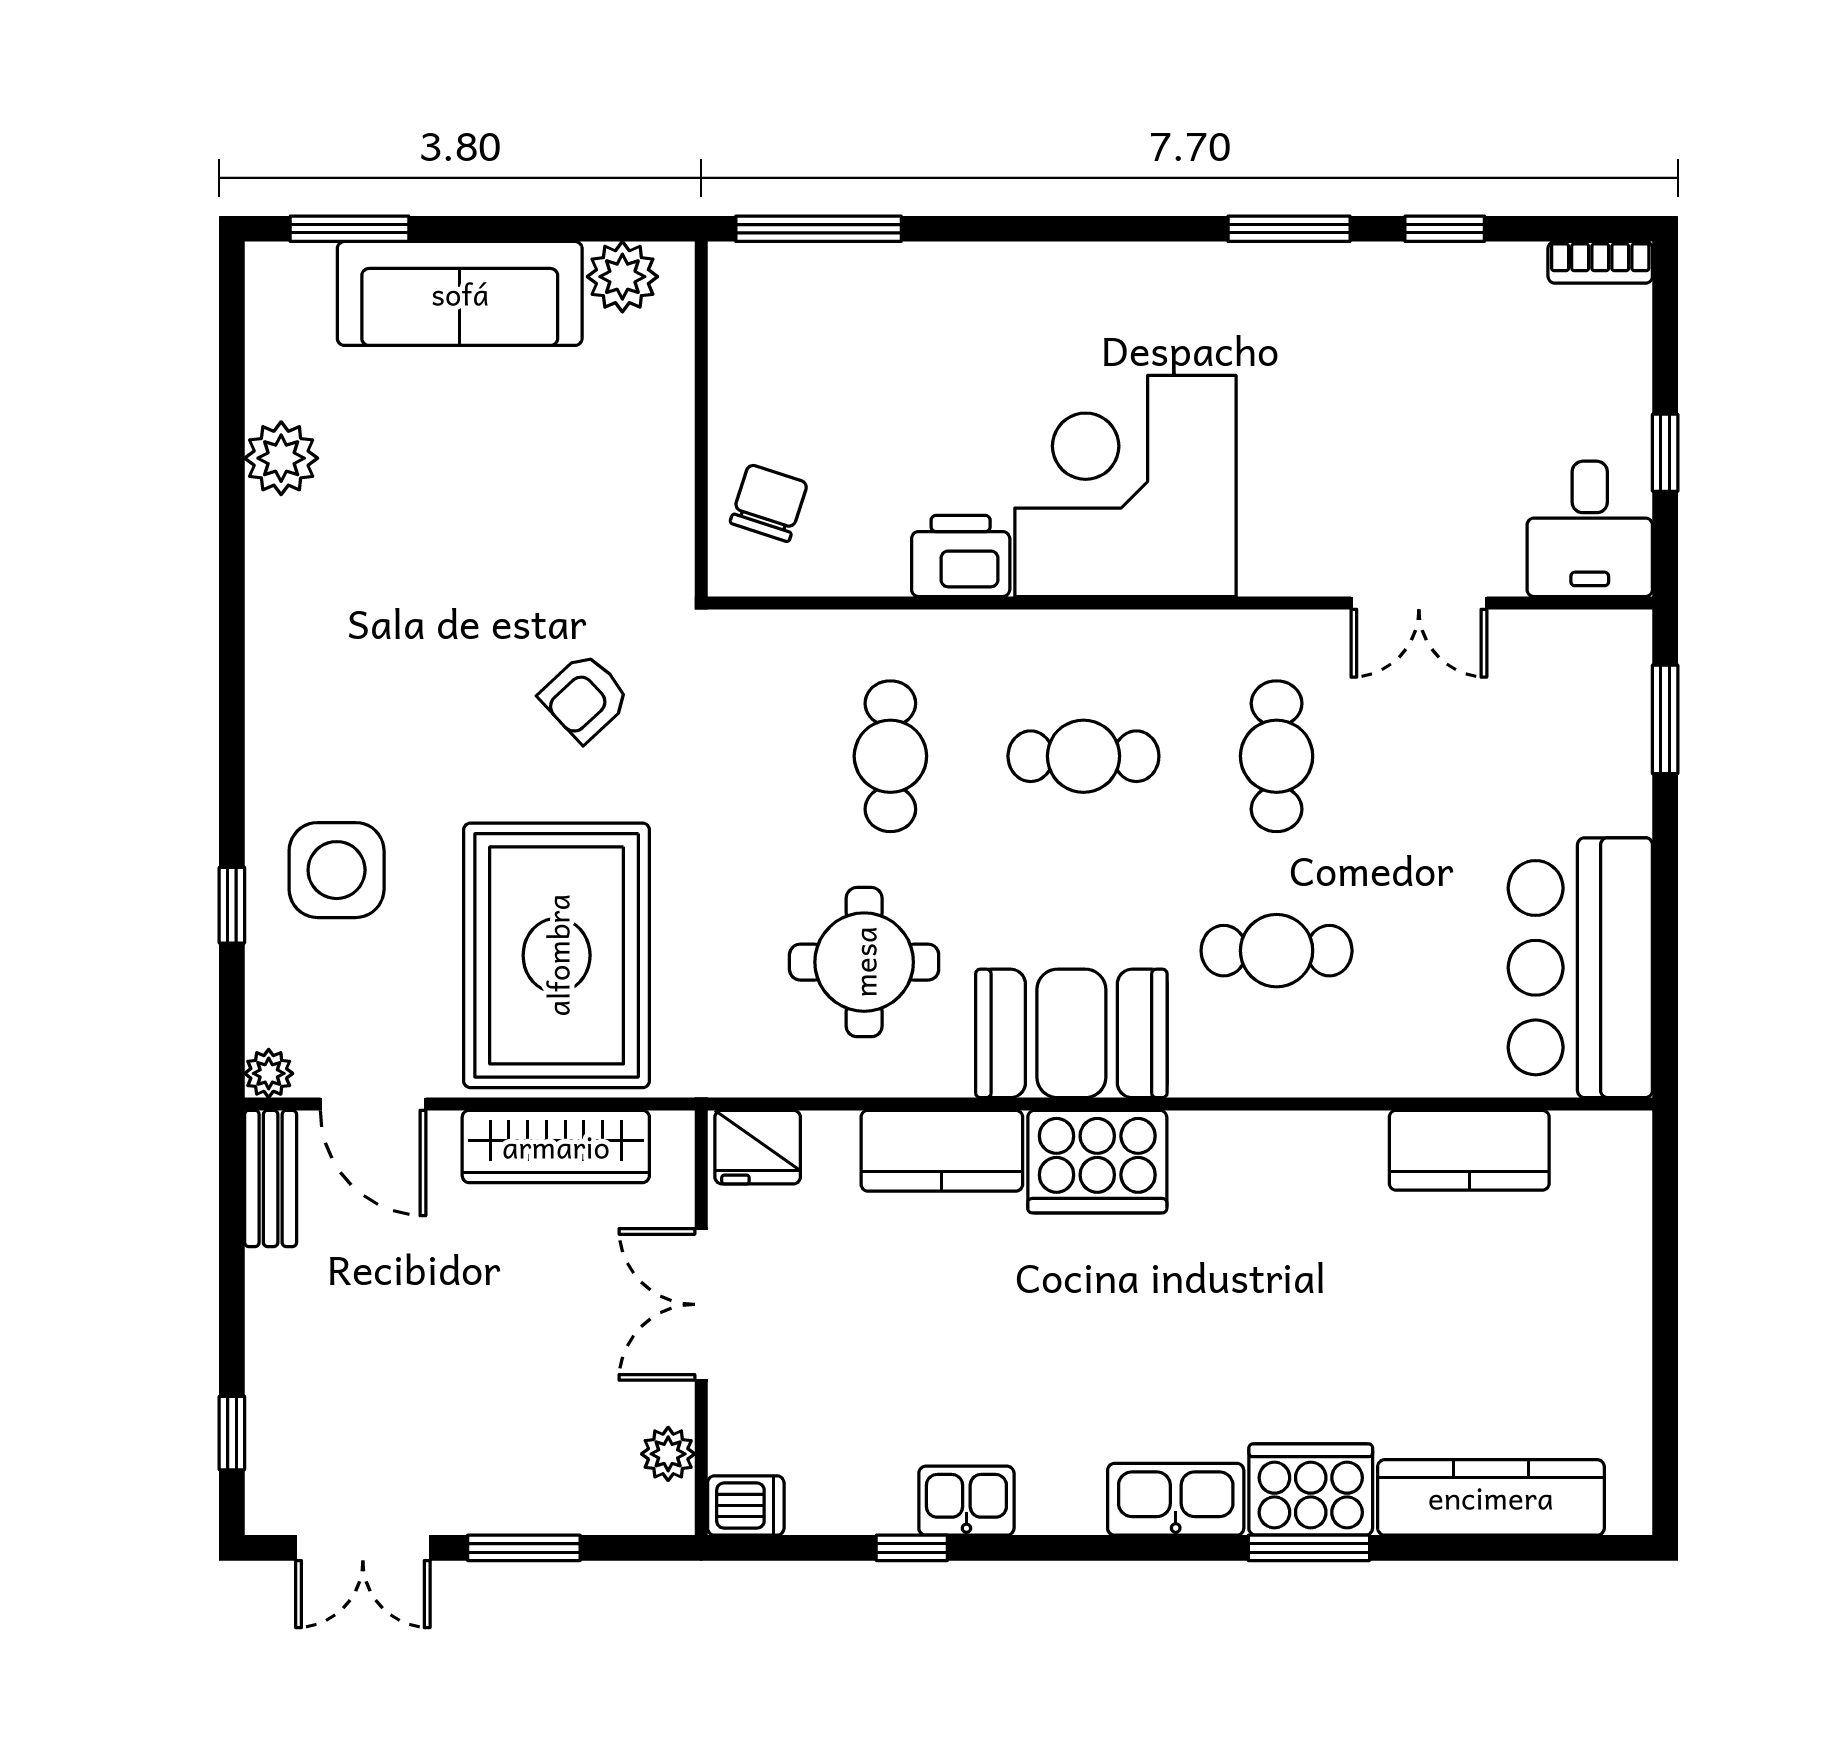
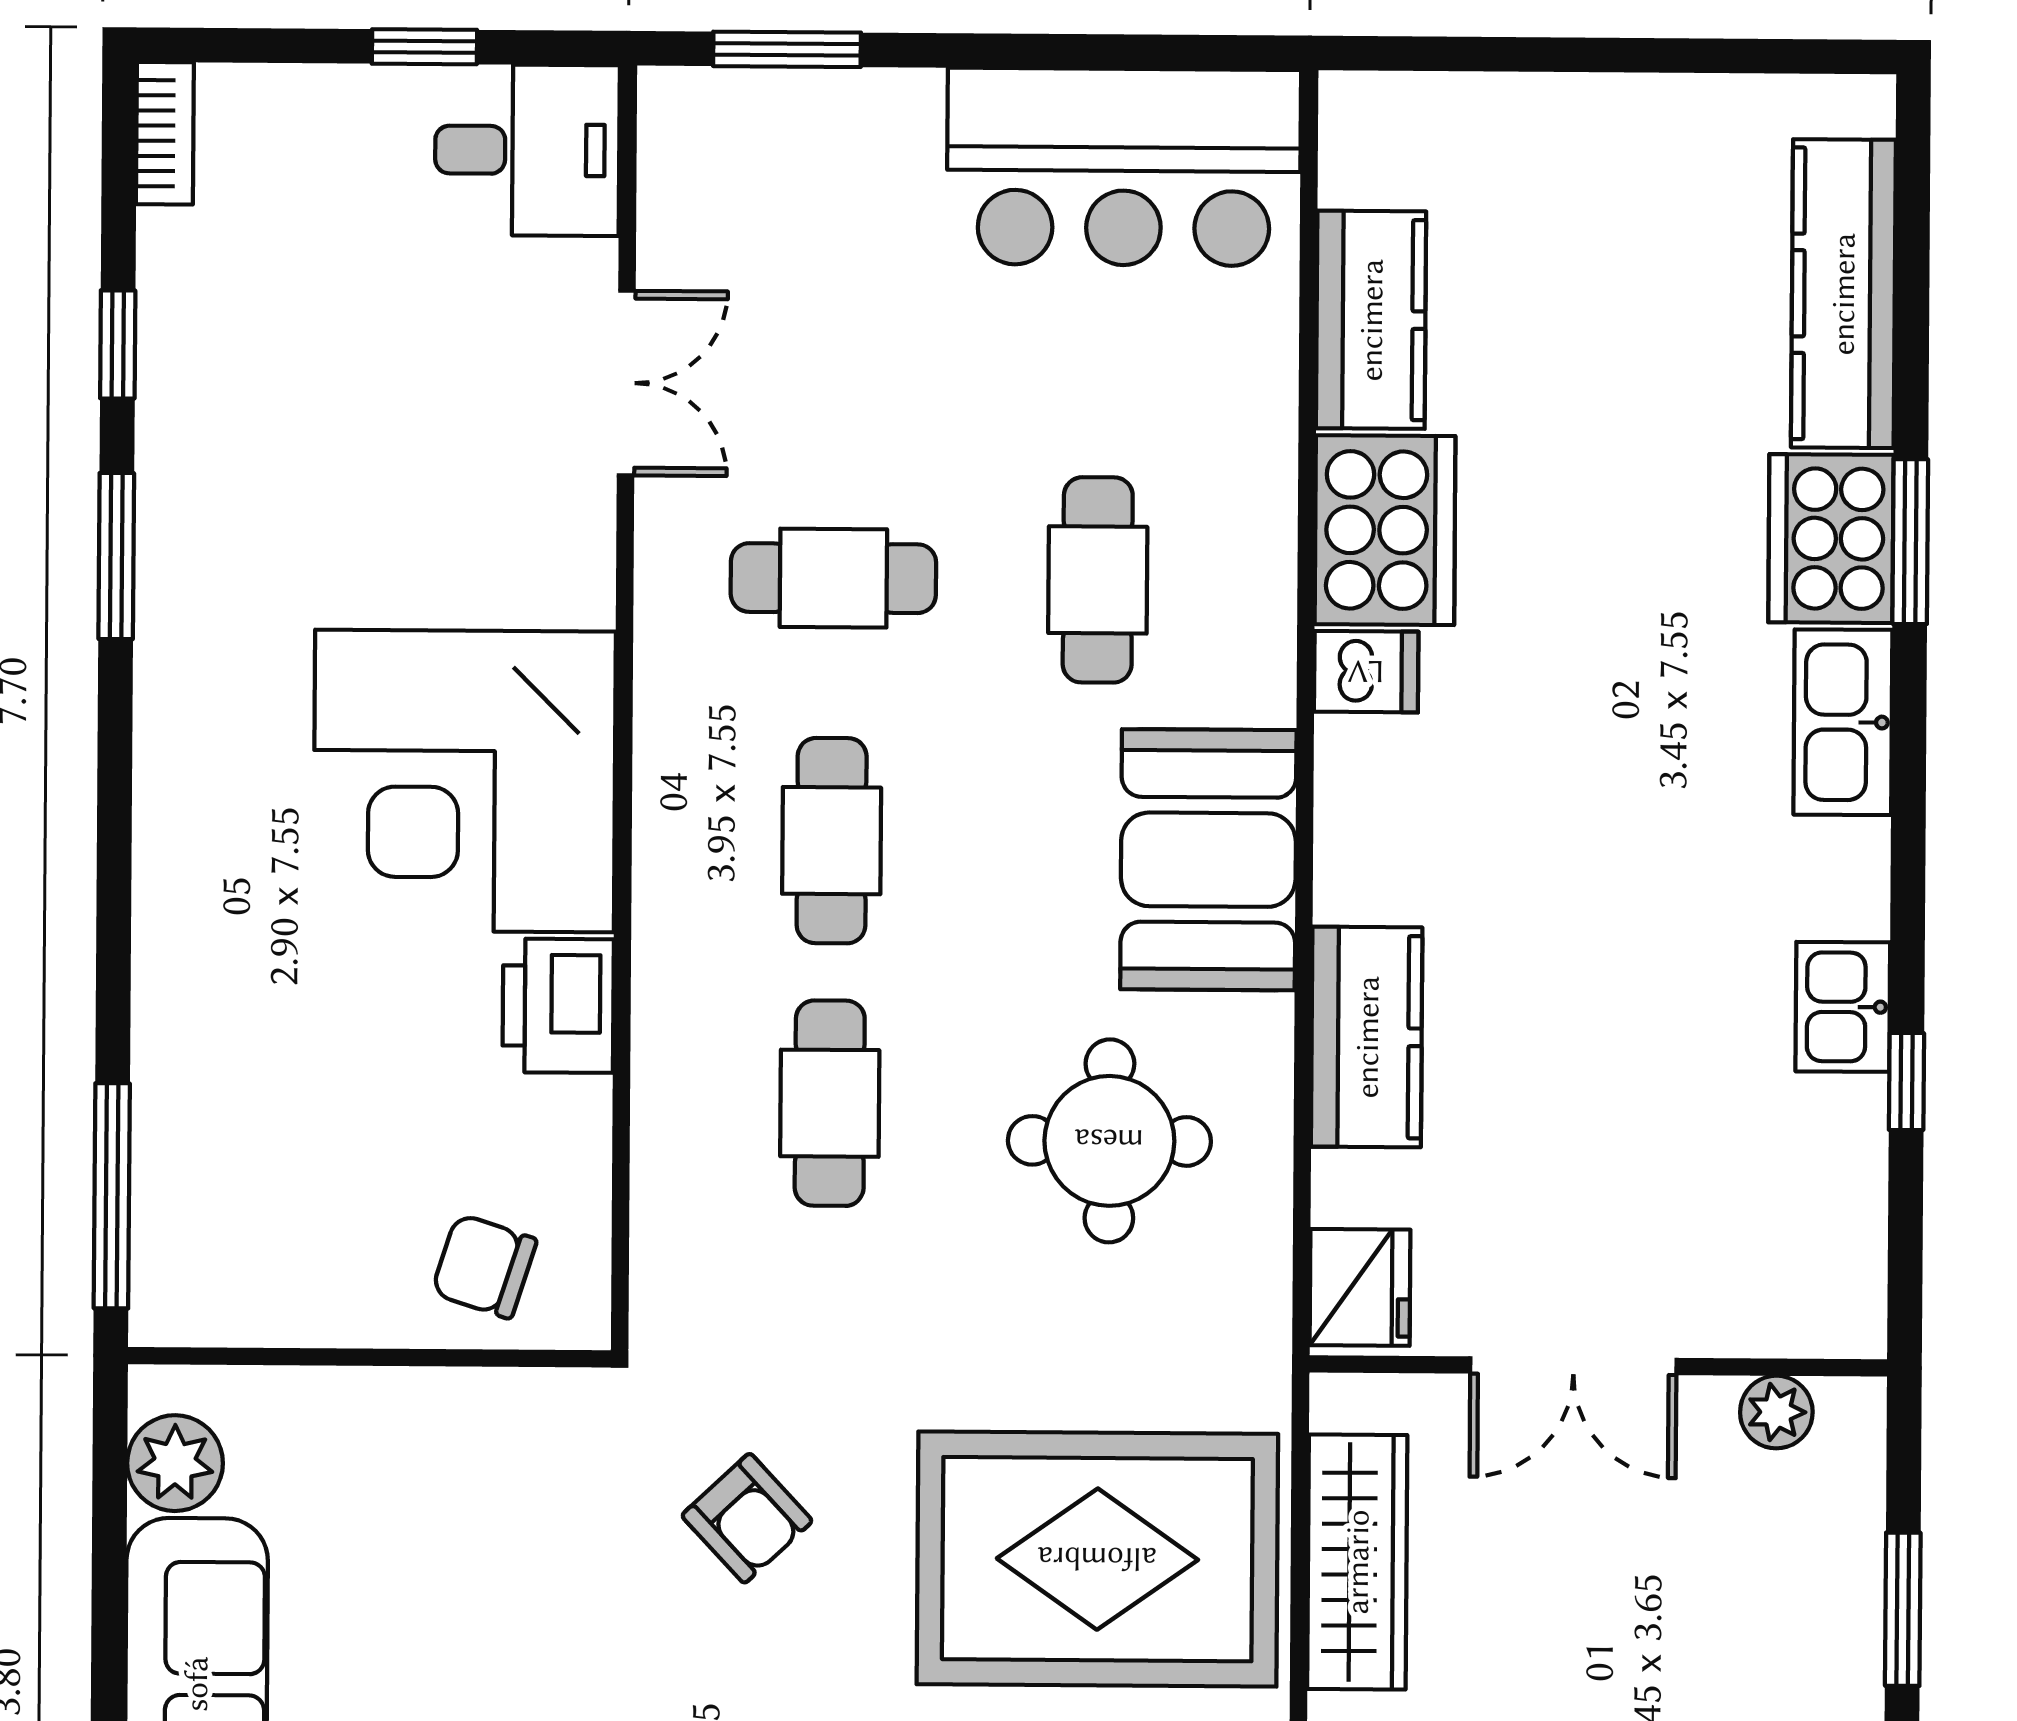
cafe table: (890, 756) -> (830, 1103), turned 90
cooker: (1097, 1162) -> (1385, 530), moved
dishwasher: (746, 1506) -> (1366, 672), moved, turned 90

